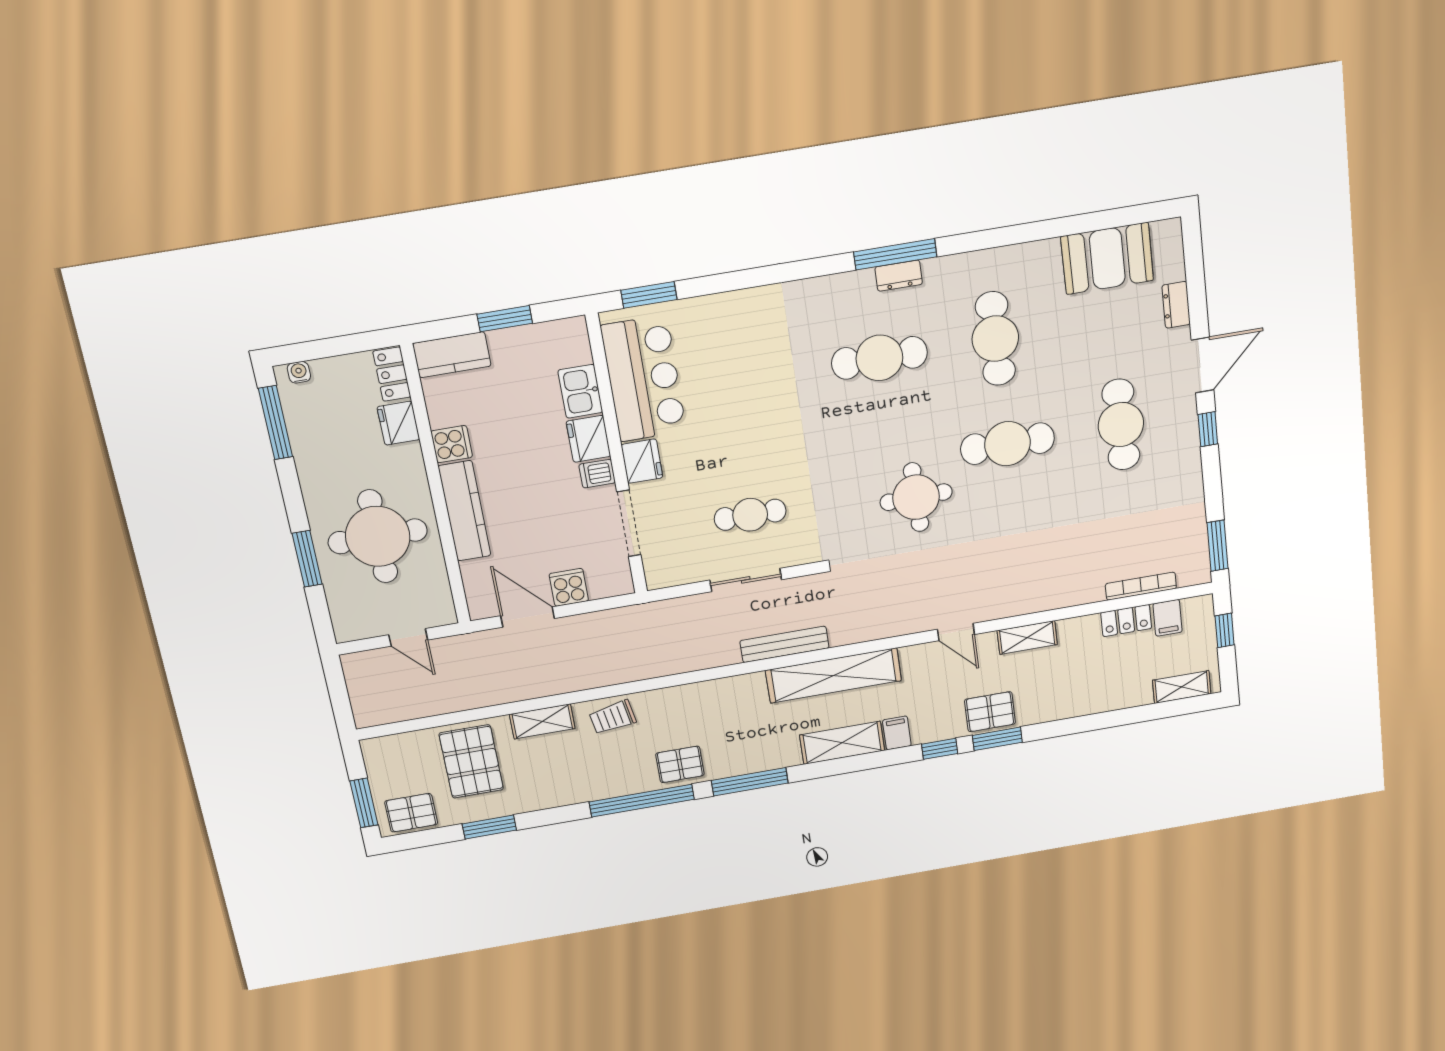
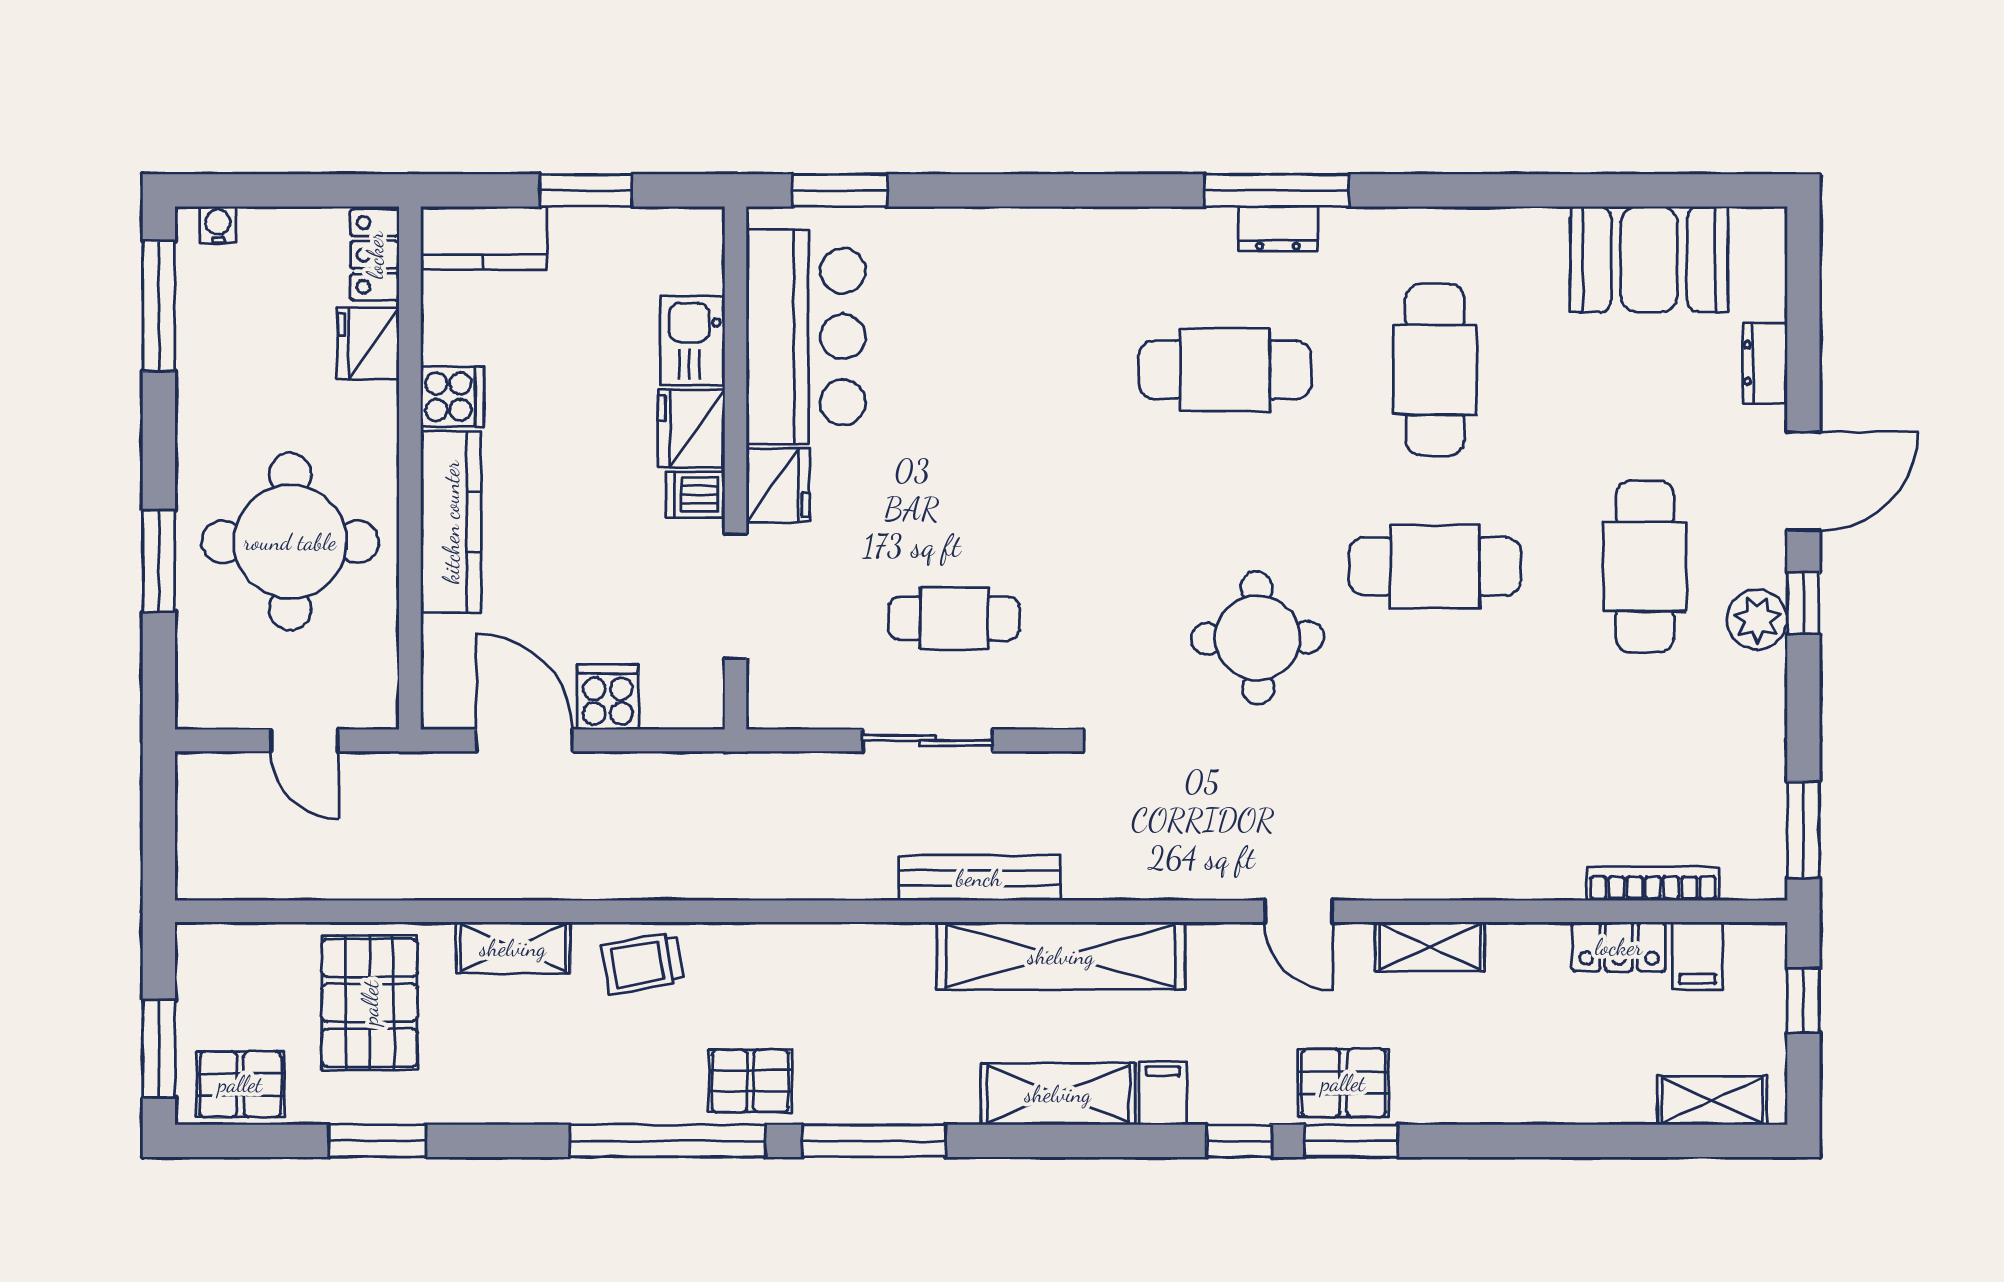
plant: (1184, 442) -> (1757, 620), added

